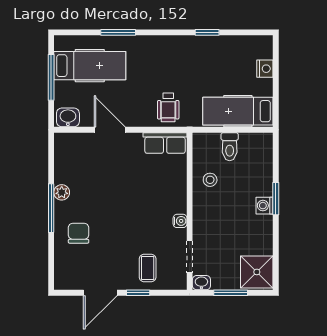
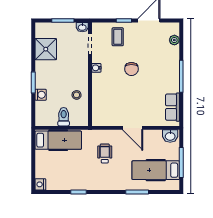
nightstand: (265, 69) -> (40, 184), moved
wheelchair: (168, 107) -> (105, 154), moved
door: (110, 130) -> (133, 128), moved
row of seats: (165, 143) -> (173, 107), moved, turned -90
plant: (62, 192) -> (174, 40), moved
washing machine: (265, 206) -> (41, 95), moved
chair: (79, 233) -> (131, 69), moved
shower: (257, 272) -> (46, 49), moved

